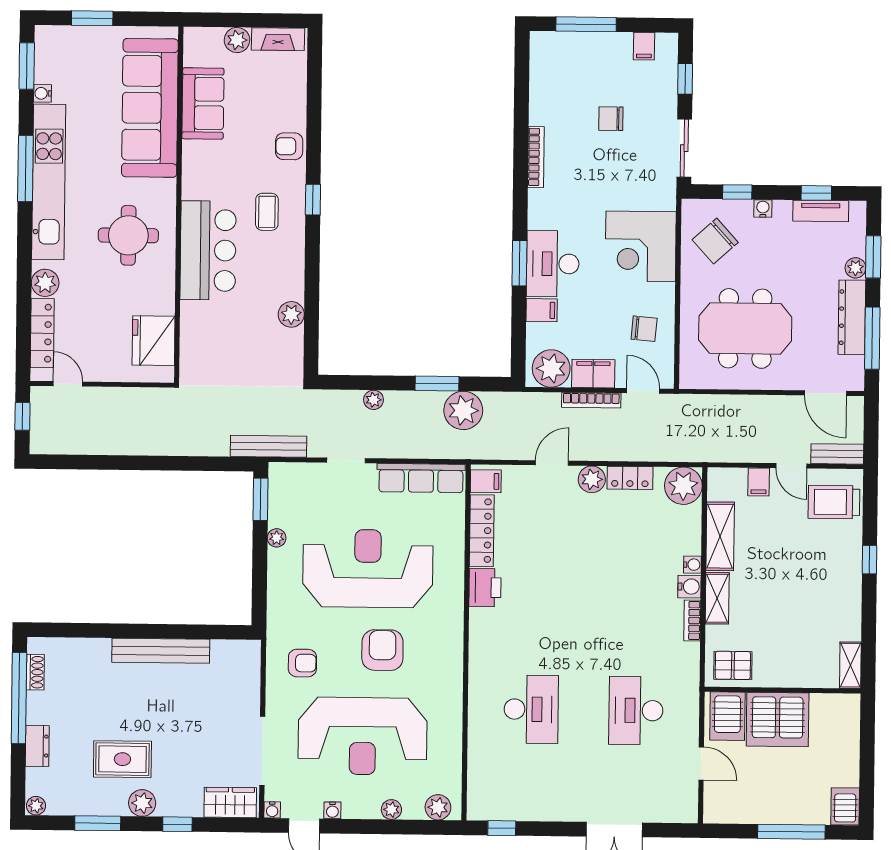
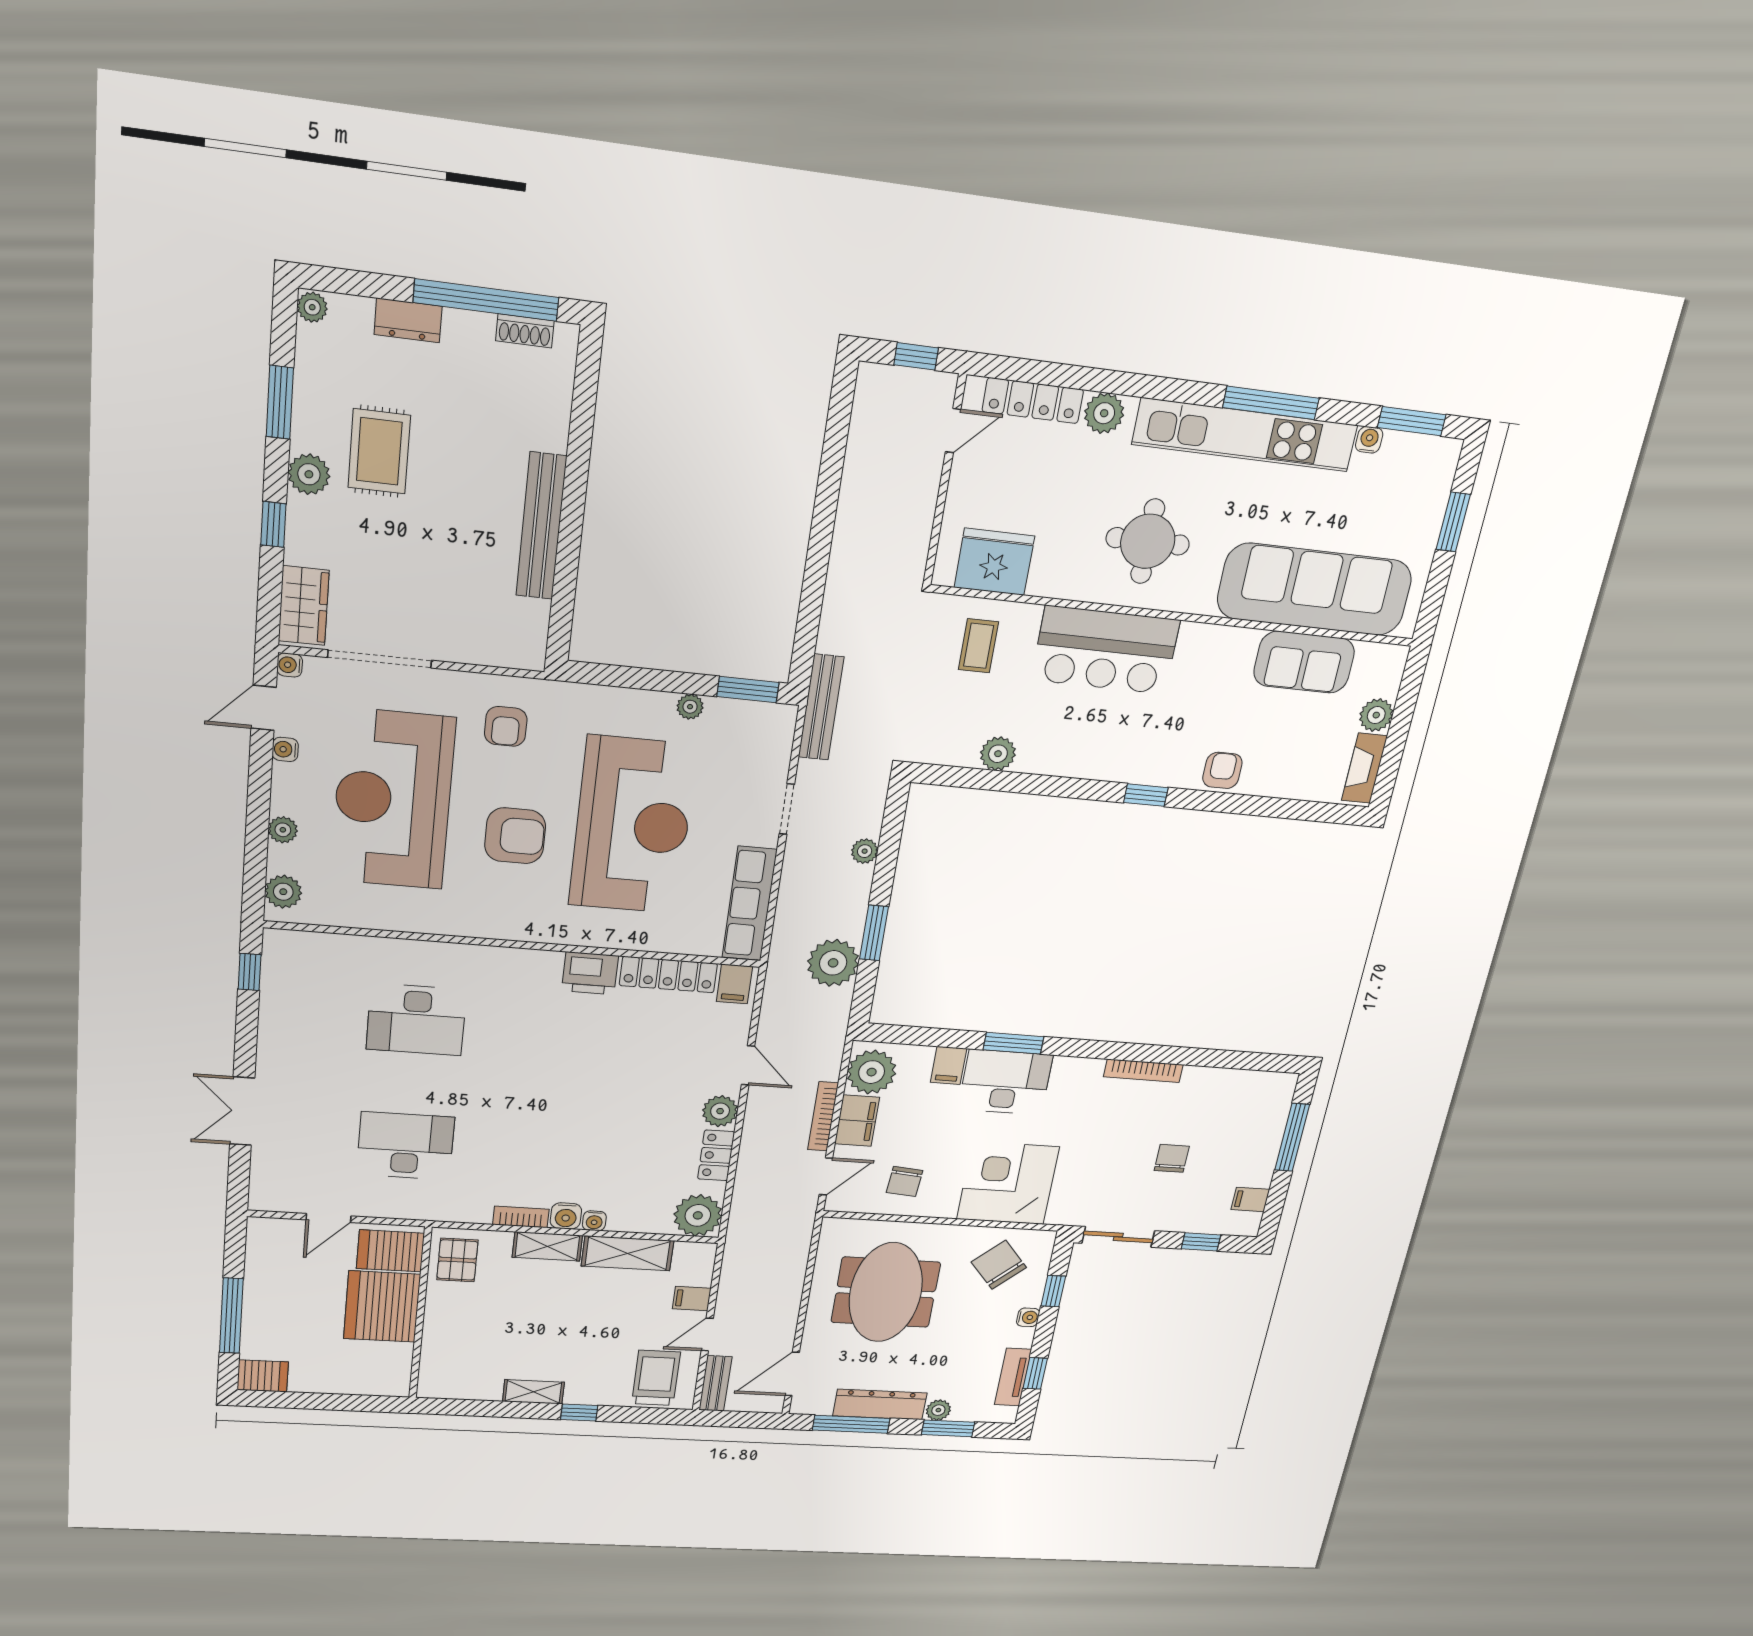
coffee table: (267, 212) -> (979, 646), moved, turned 90
shelving: (850, 665) -> (533, 1392), moved

